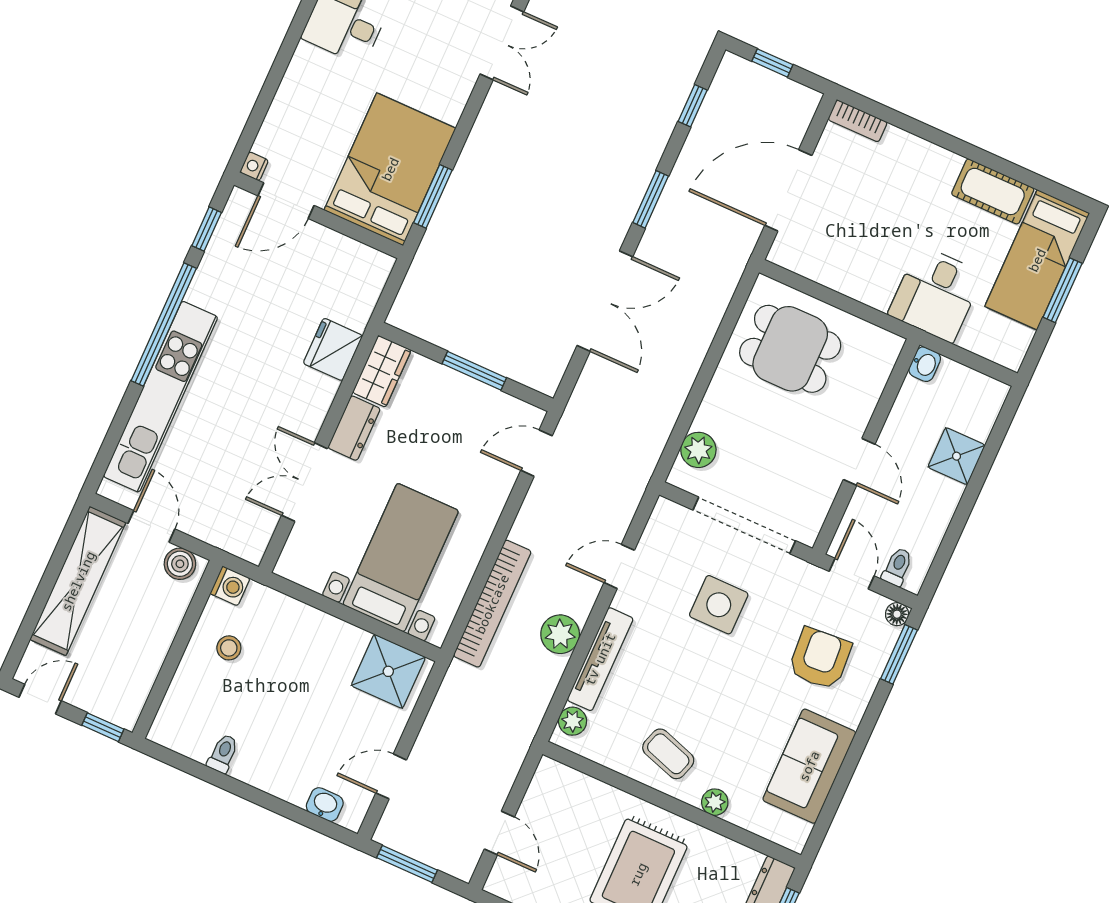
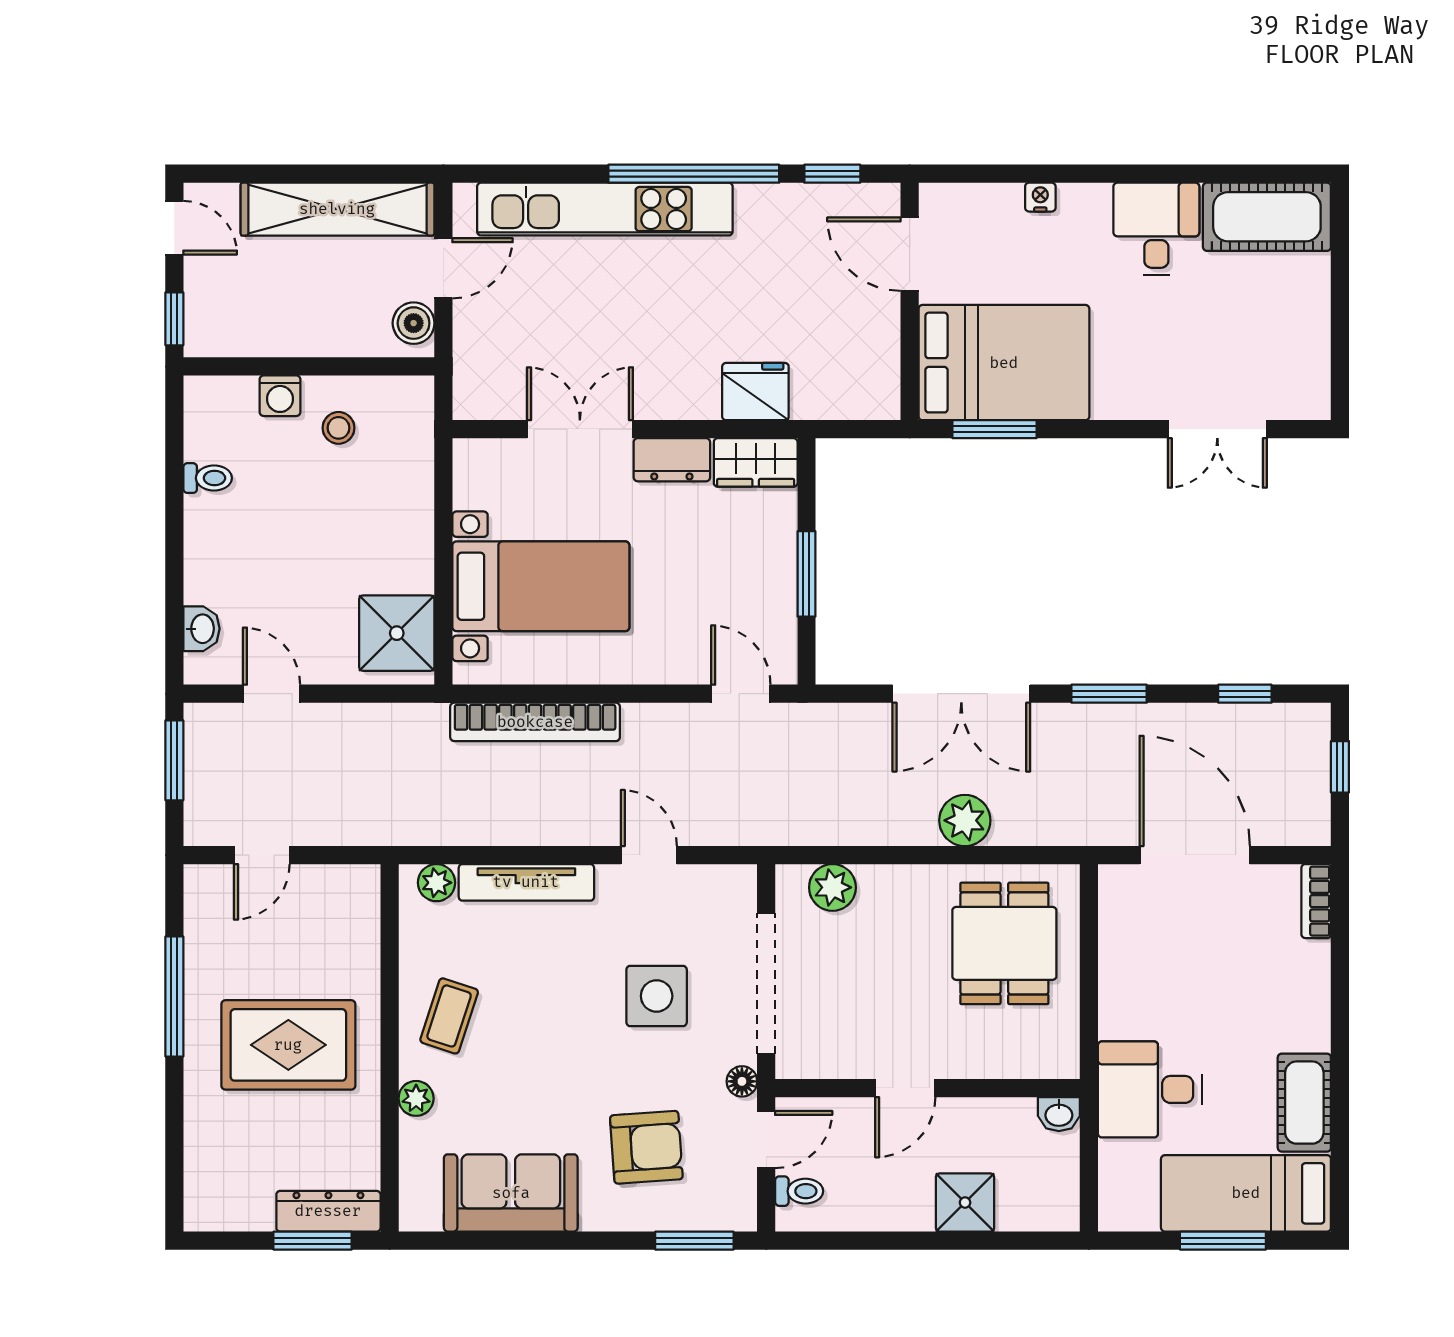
nightstand: (254, 166) -> (1040, 197), moved
washing machine: (230, 586) -> (280, 396), moved
floor lamp: (897, 614) -> (742, 1081), moved
plant: (560, 634) -> (965, 820), moved

